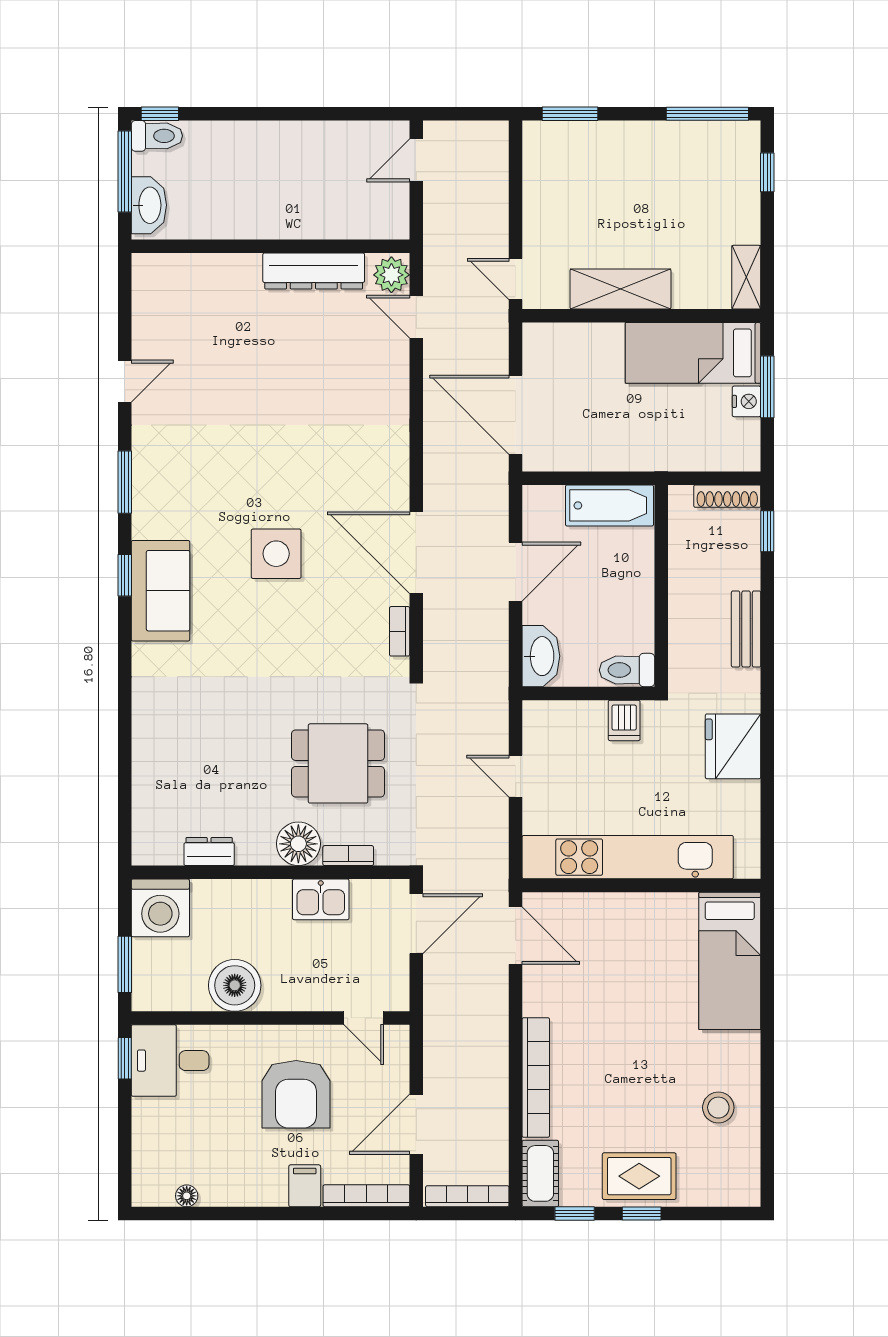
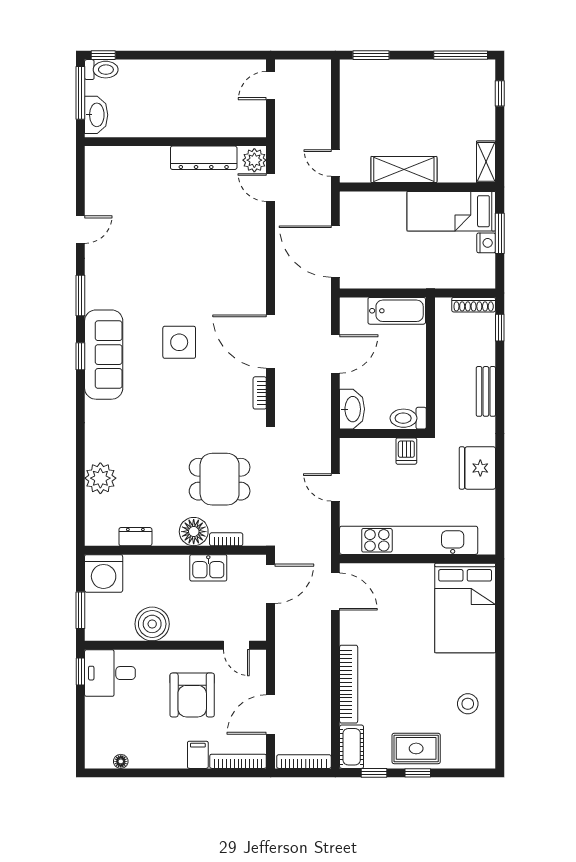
sofa: (160, 591) -> (104, 355), width x1.36
plant: (155, 762) -> (100, 478), added
bed: (730, 961) -> (465, 608), width x1.50

